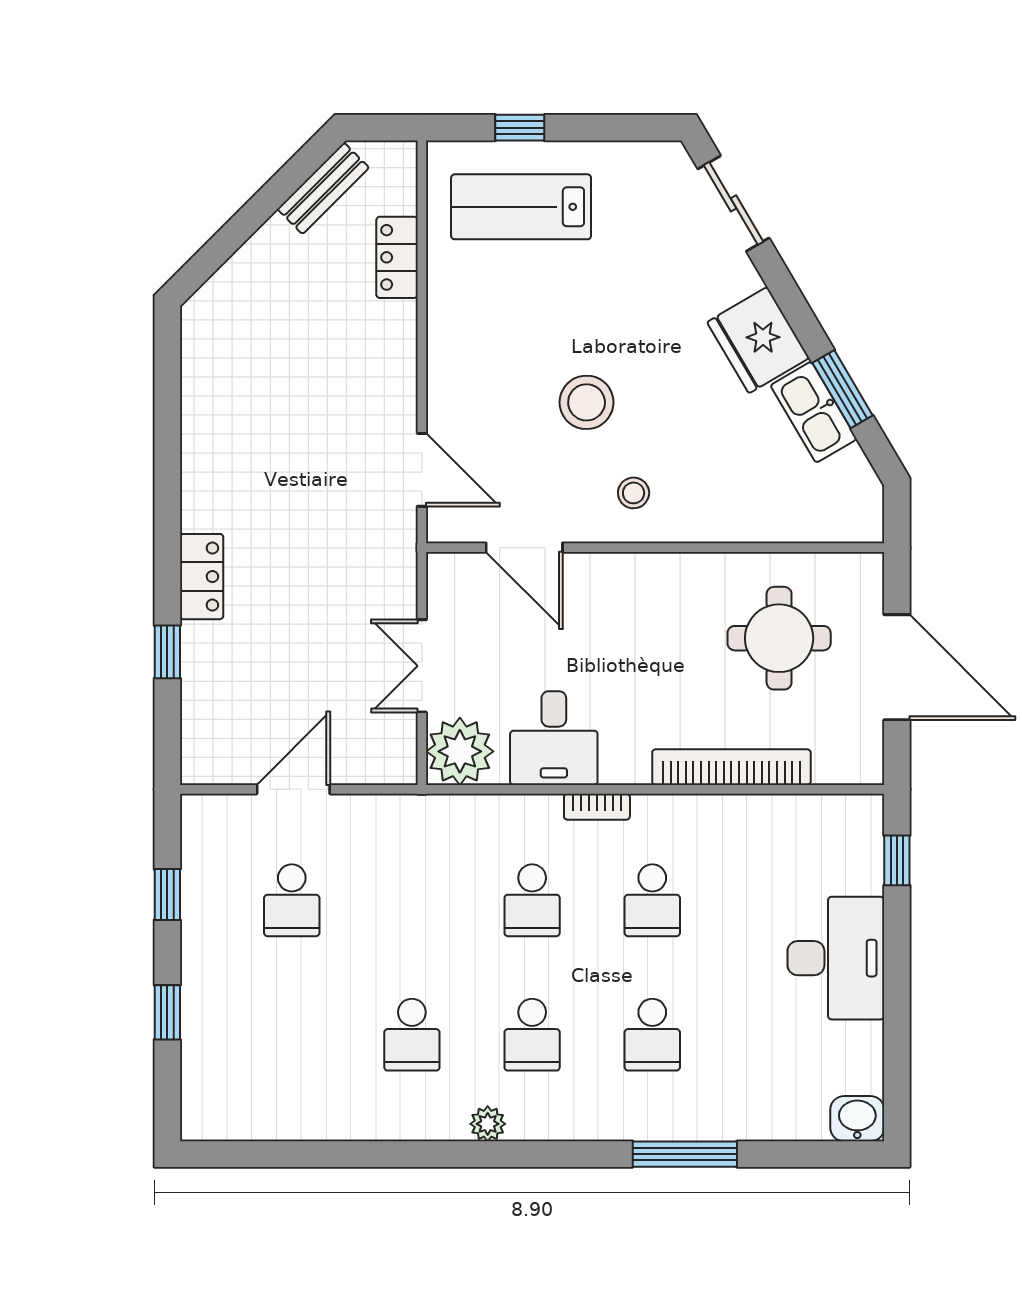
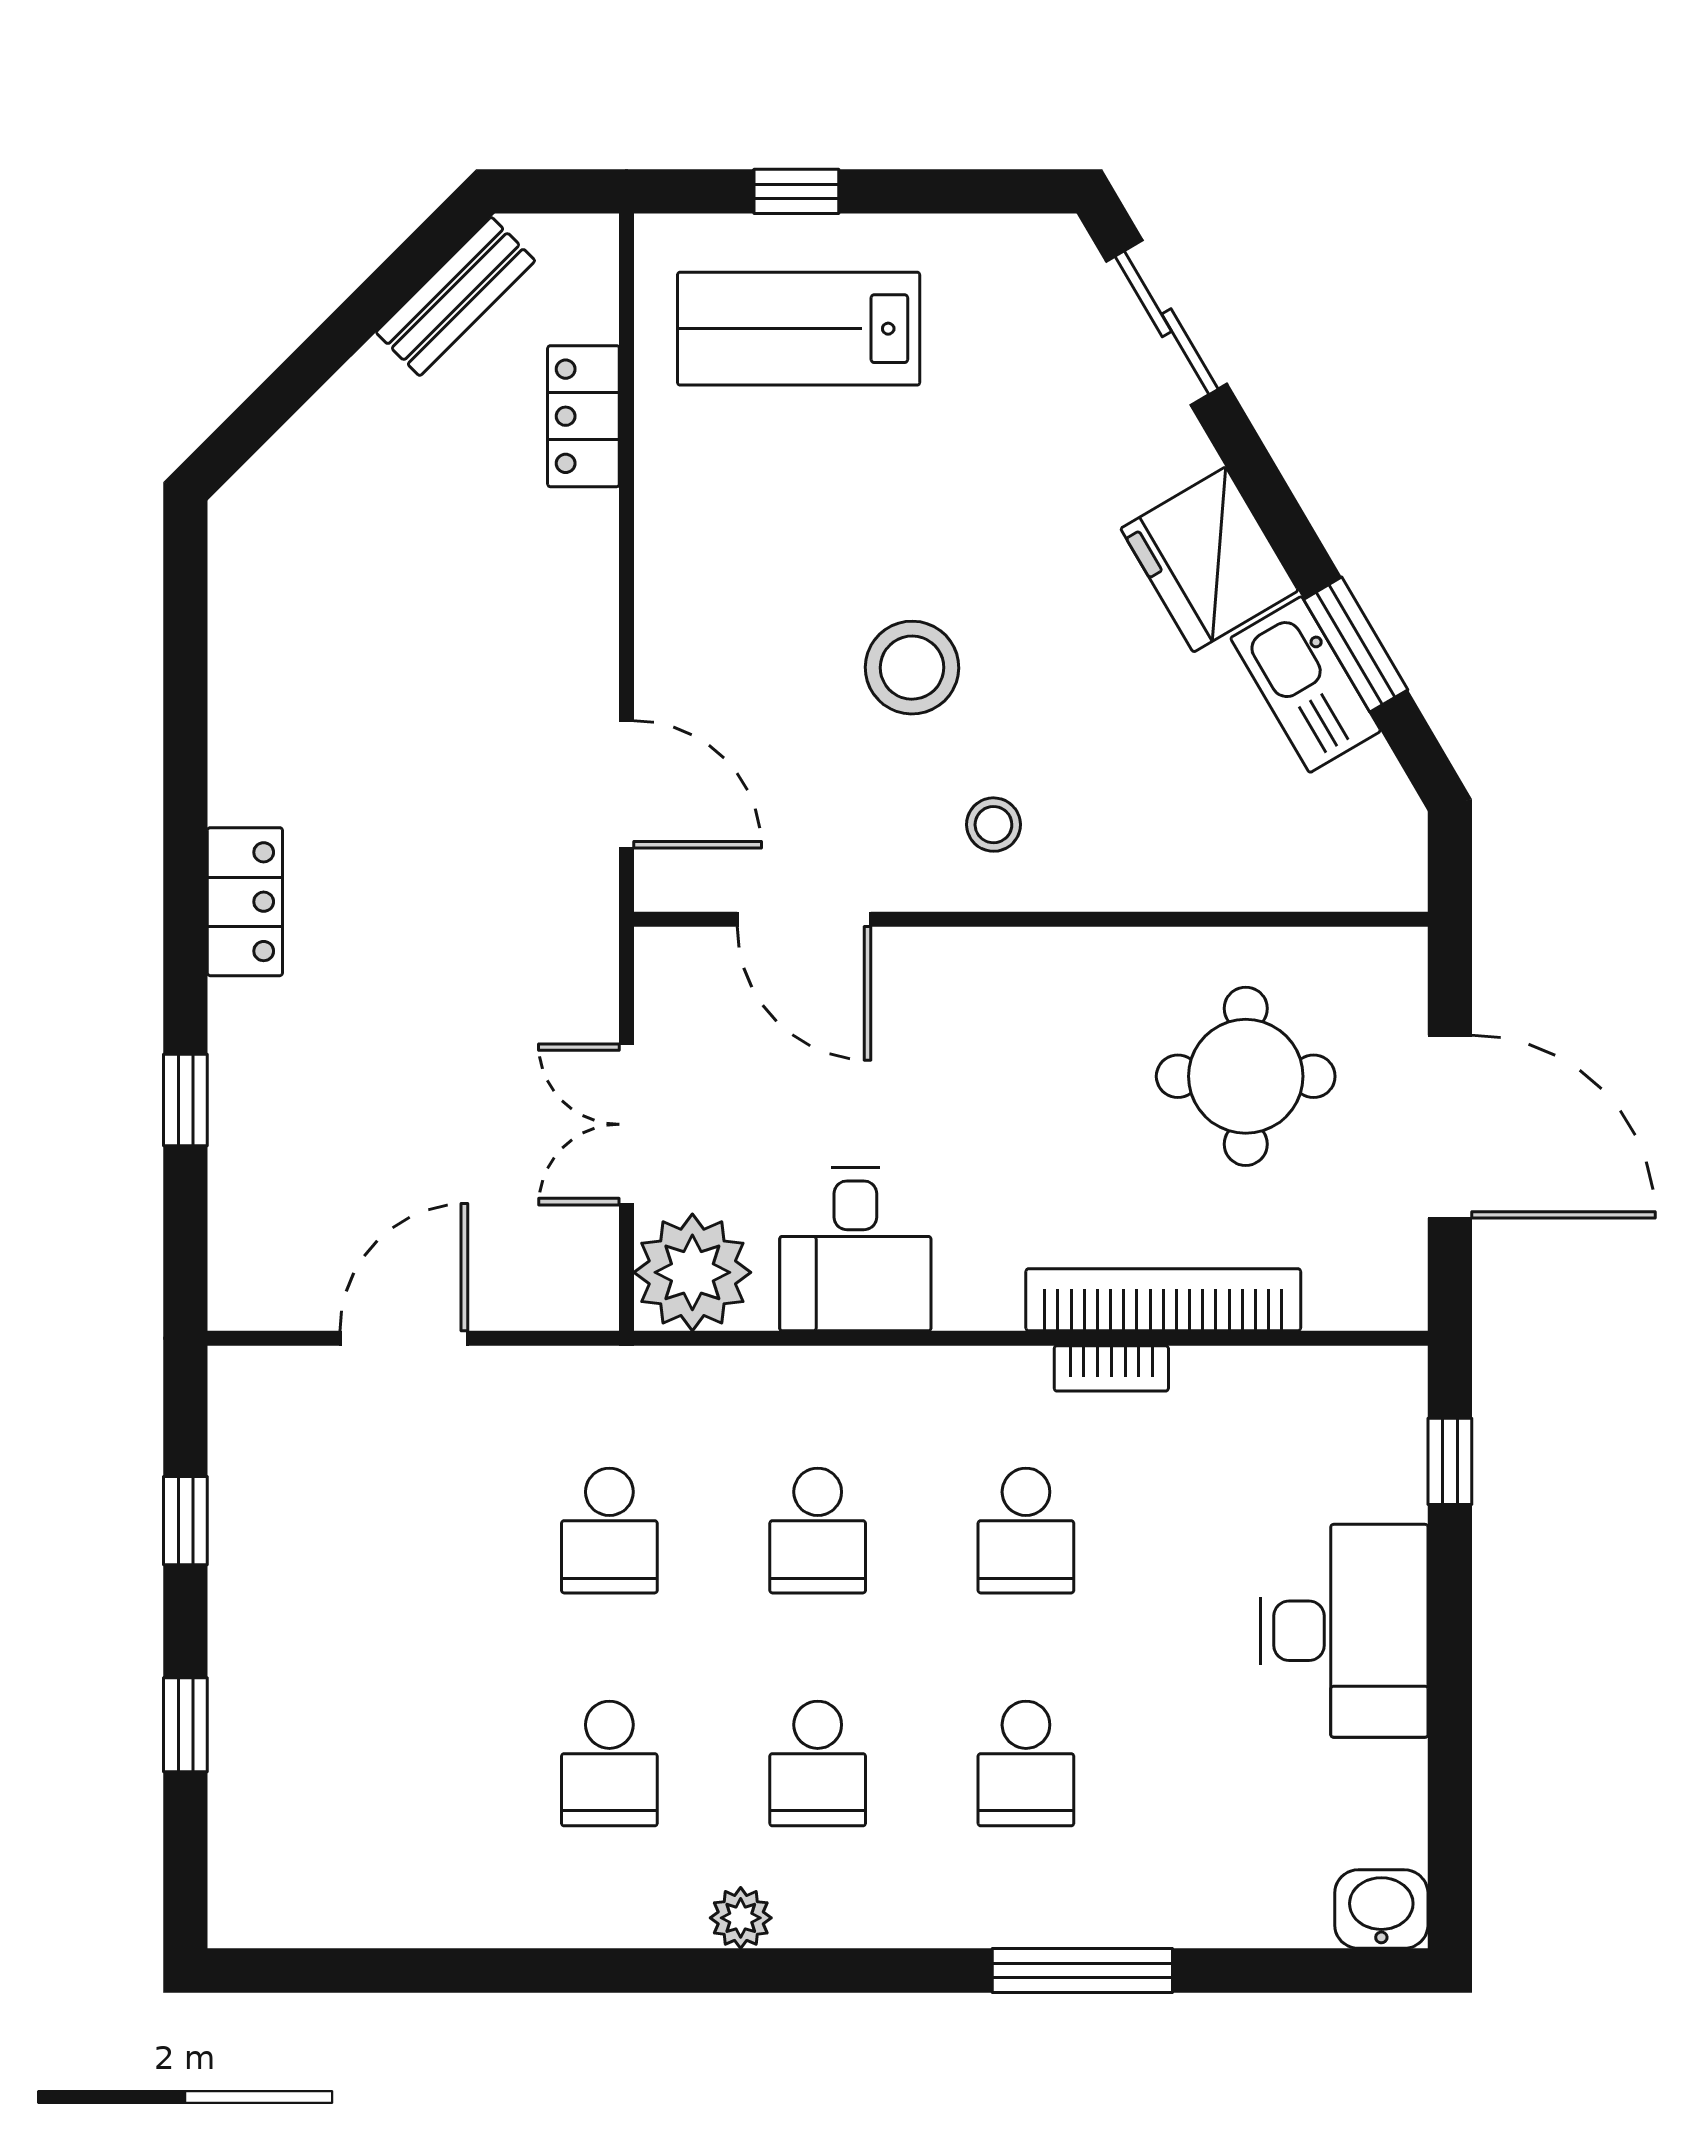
locker: (202, 577) -> (245, 902), moved
bookcase: (597, 807) -> (1111, 1368), moved
school desk: (292, 900) -> (609, 1531), moved

